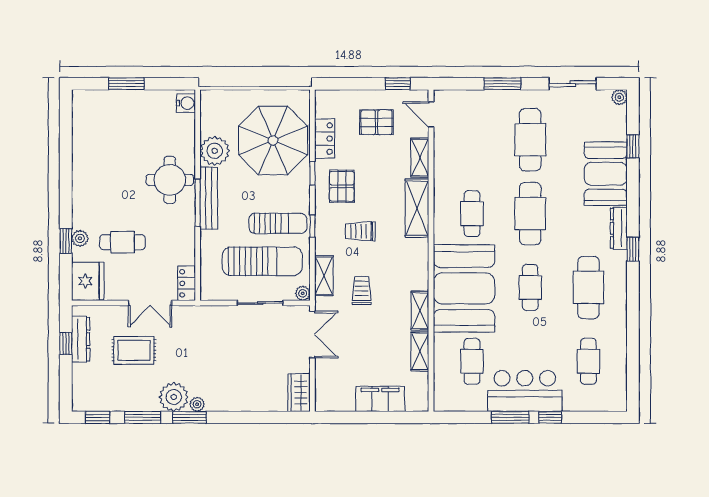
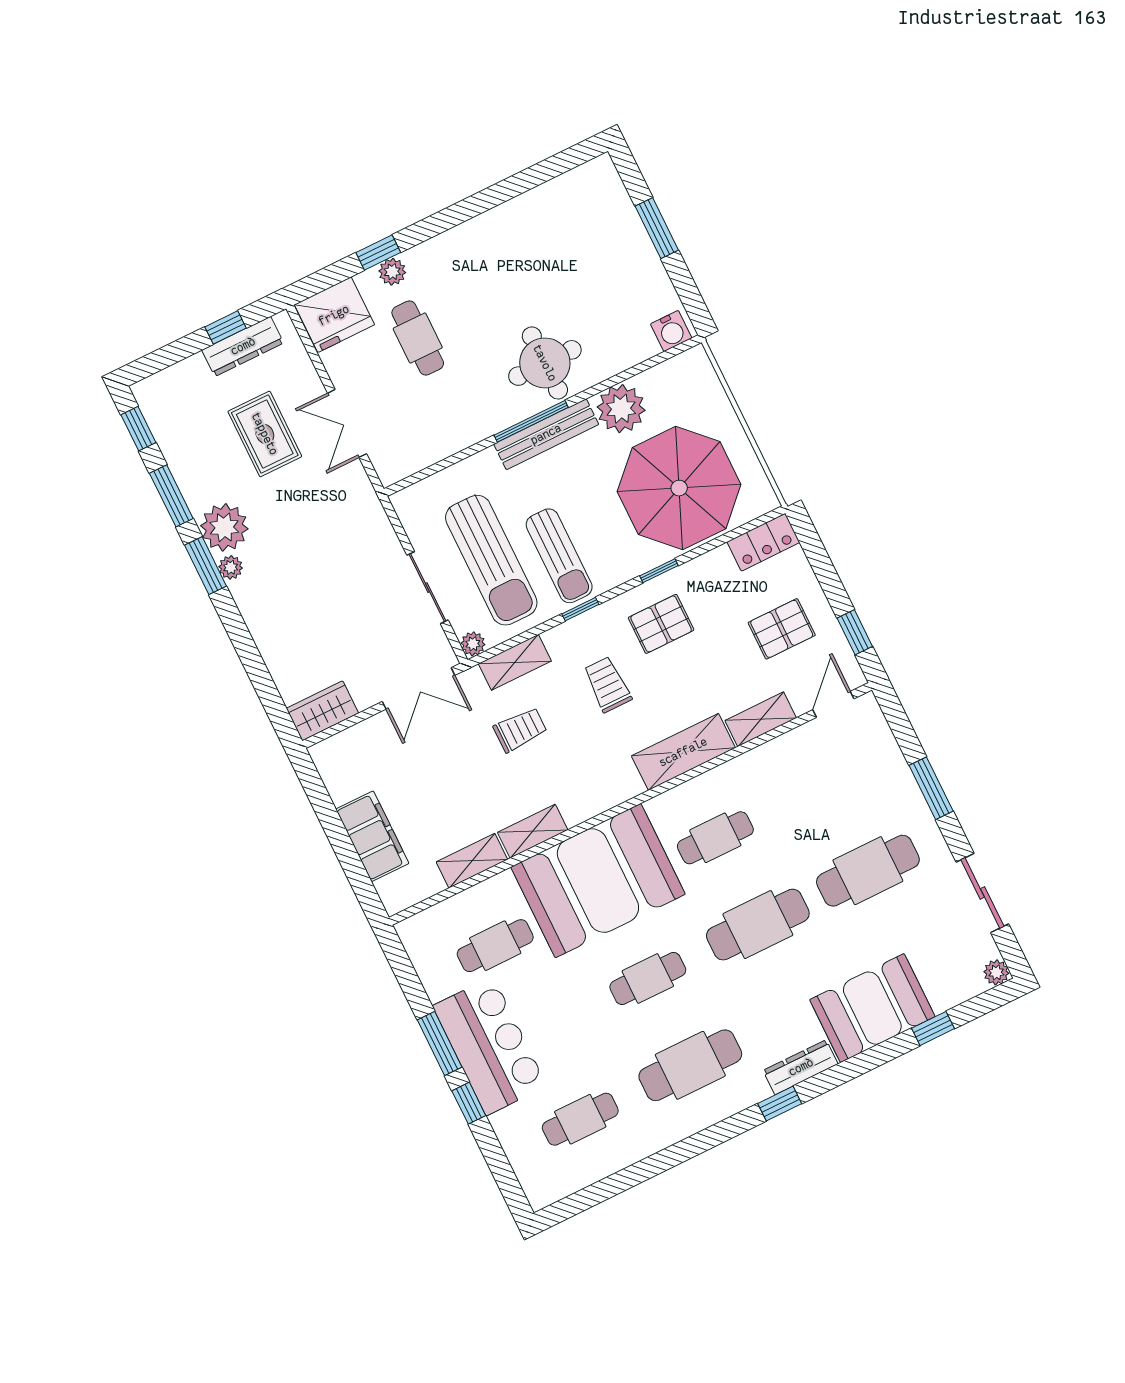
pallet: (376, 122) -> (782, 629), turned 90
locker: (325, 139) -> (763, 542), moved
locker: (187, 283) -> (403, 463), removed

